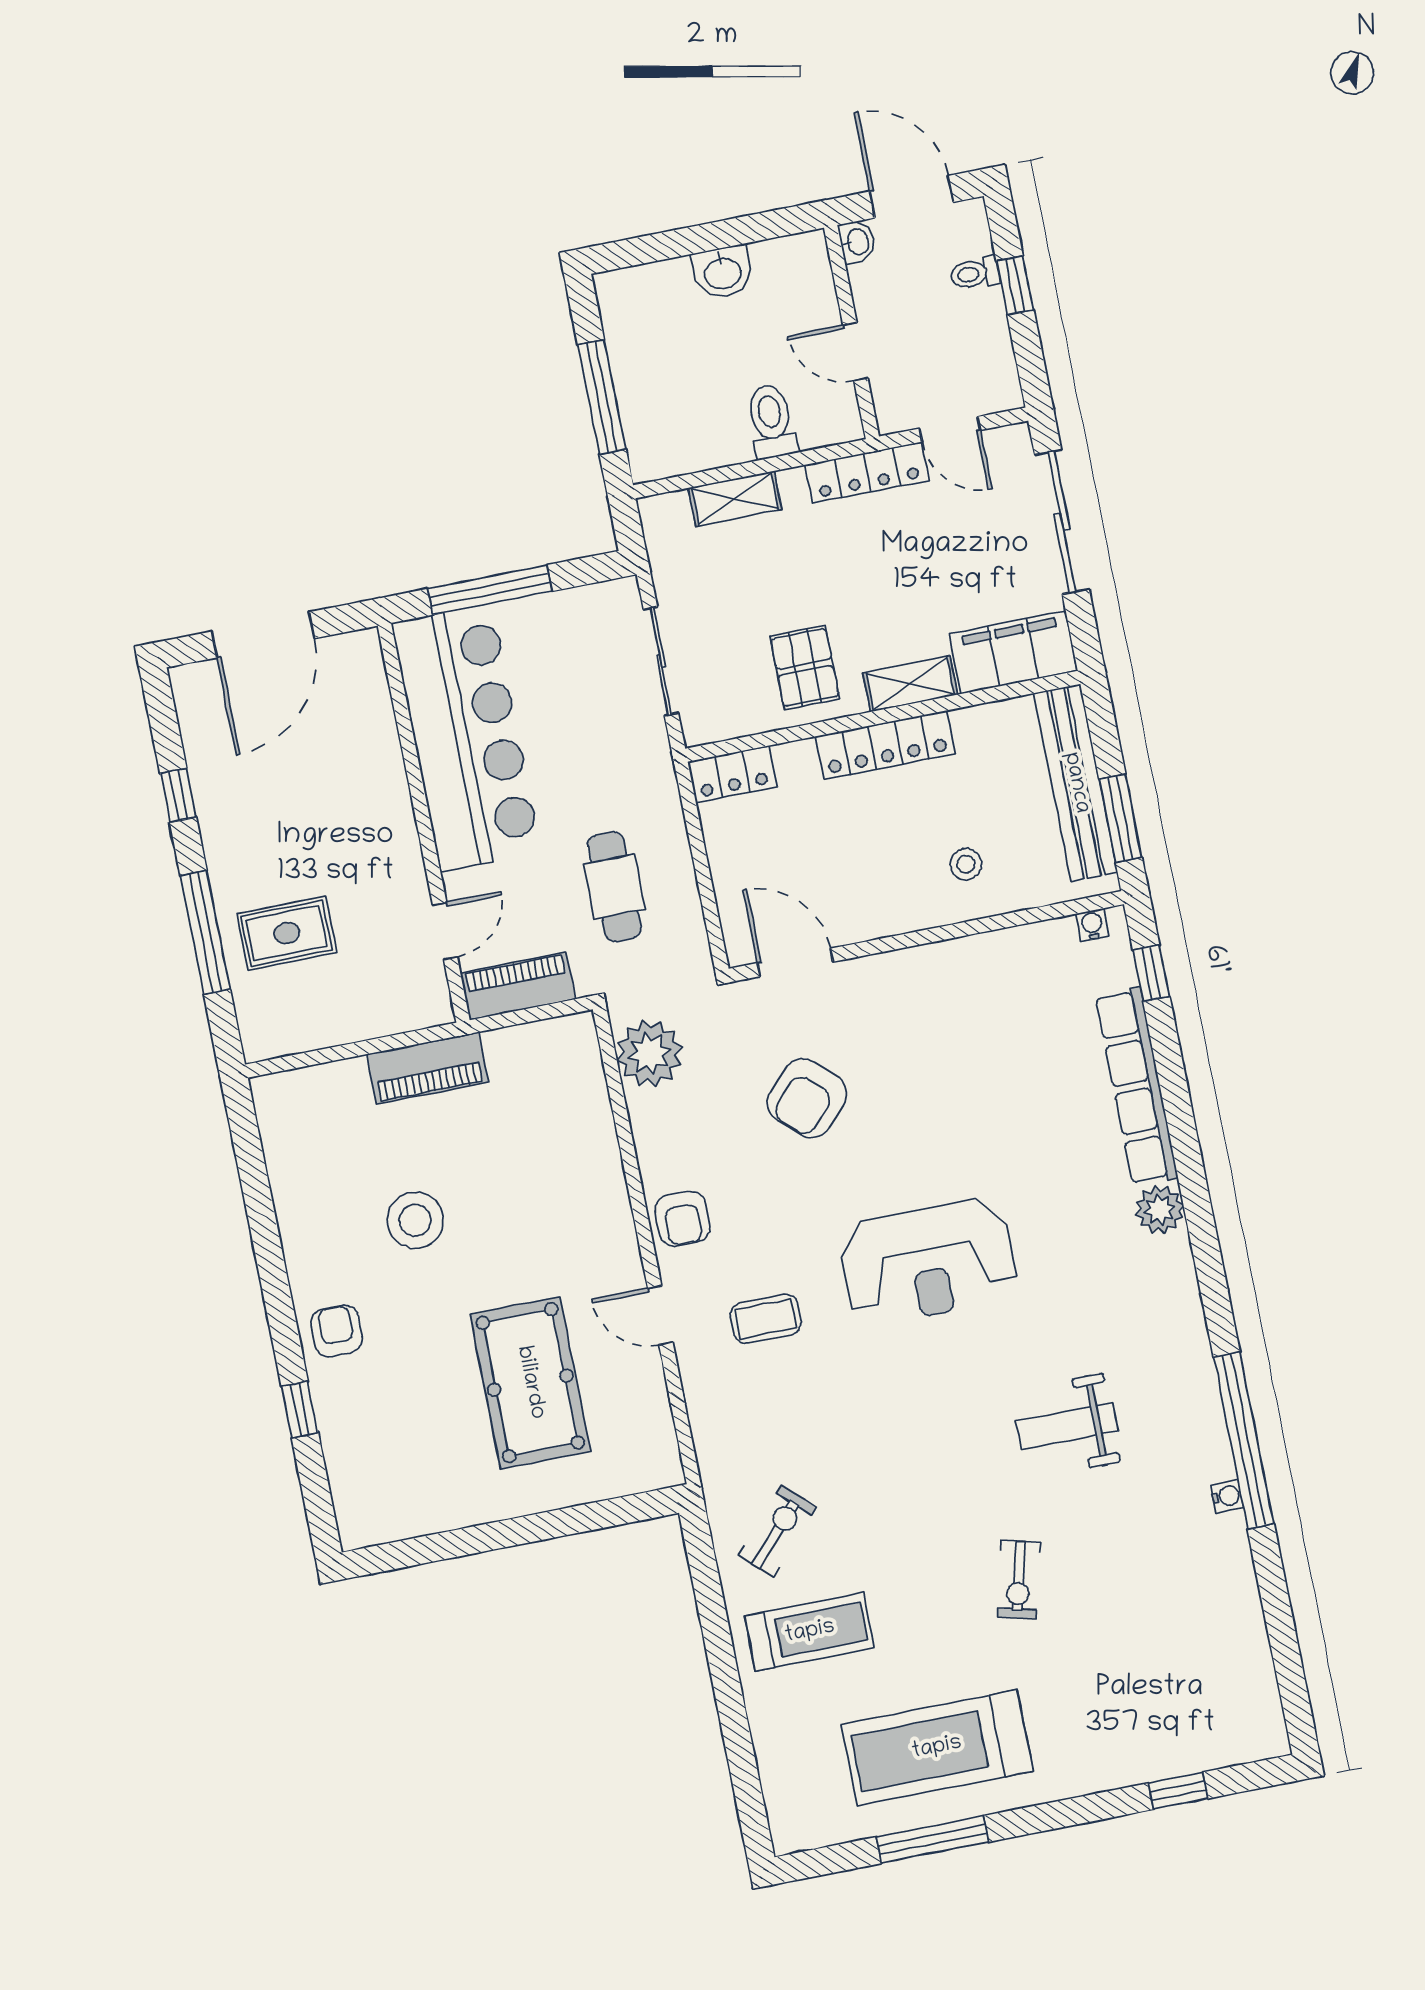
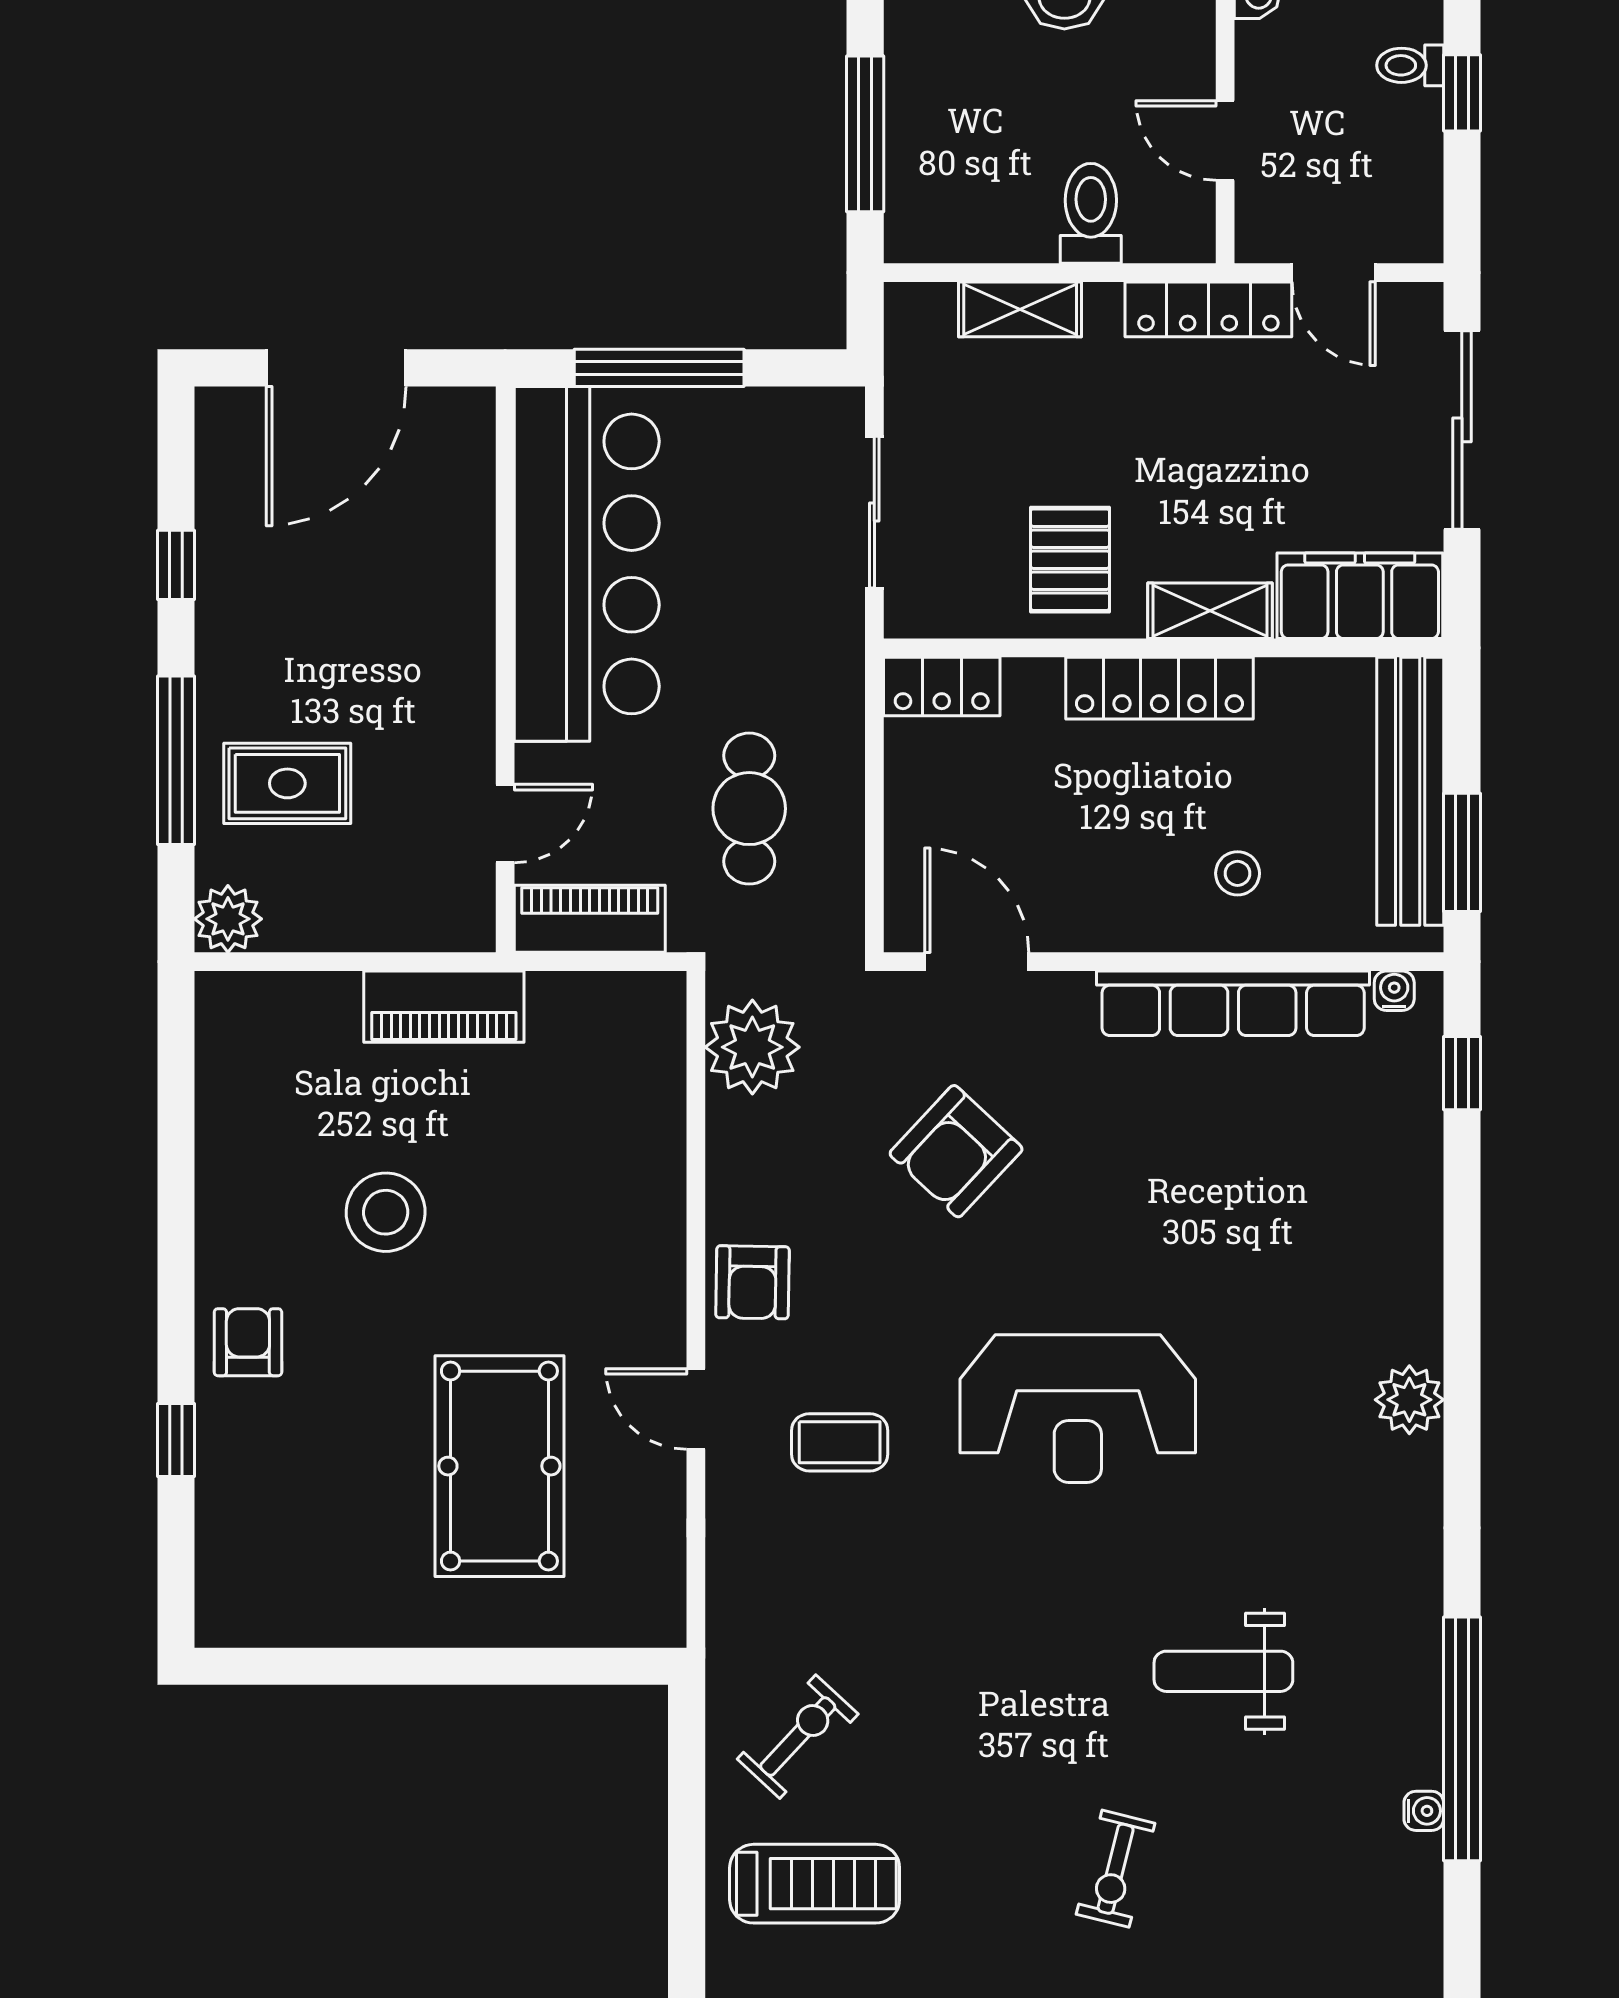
plant: (264, 1036) -> (228, 919), added
row of seats: (1137, 1086) -> (1233, 1003), moved, turned -90

